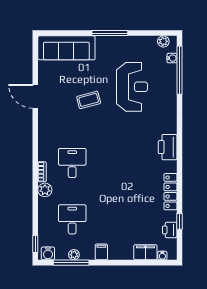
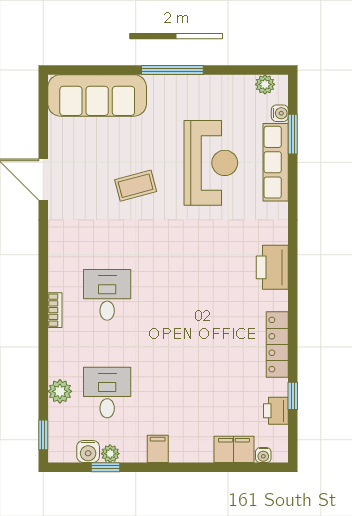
window: (179, 70) -> (293, 134), width x0.47
row of seats: (170, 86) -> (276, 162), added
plant: (45, 190) -> (60, 391), moved
water cooler: (48, 253) -> (88, 451), moved
window: (71, 263) -> (105, 467), width x0.46

